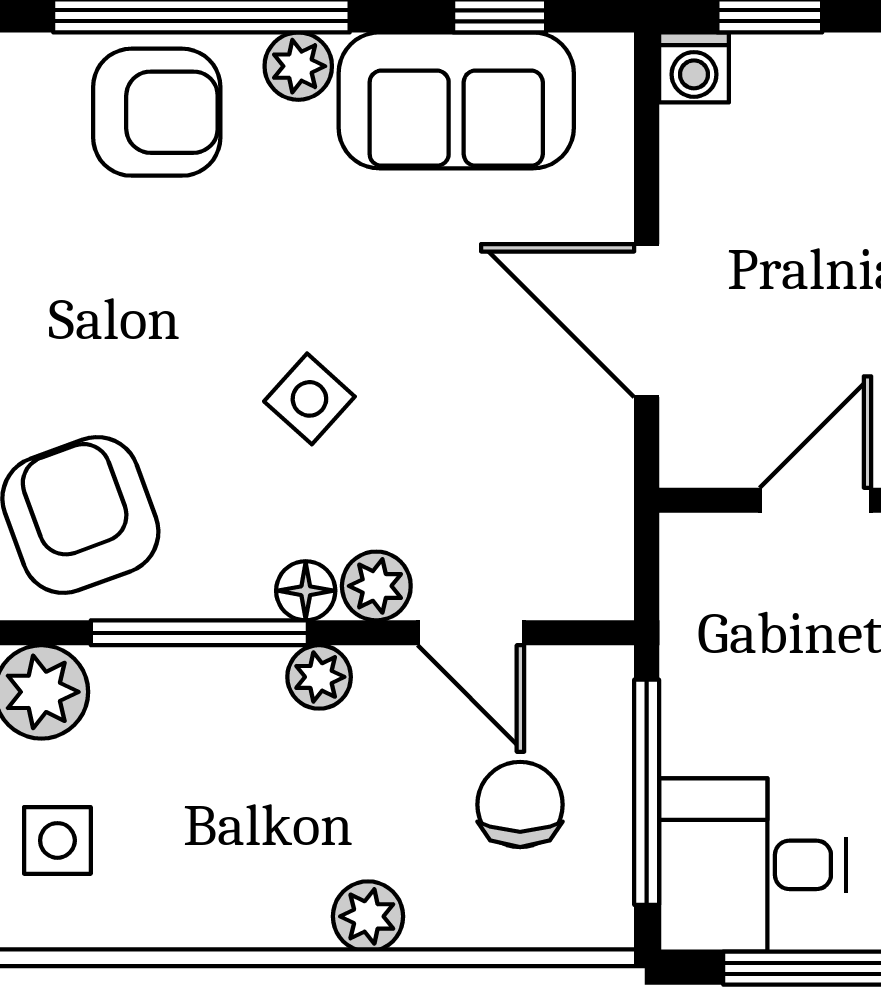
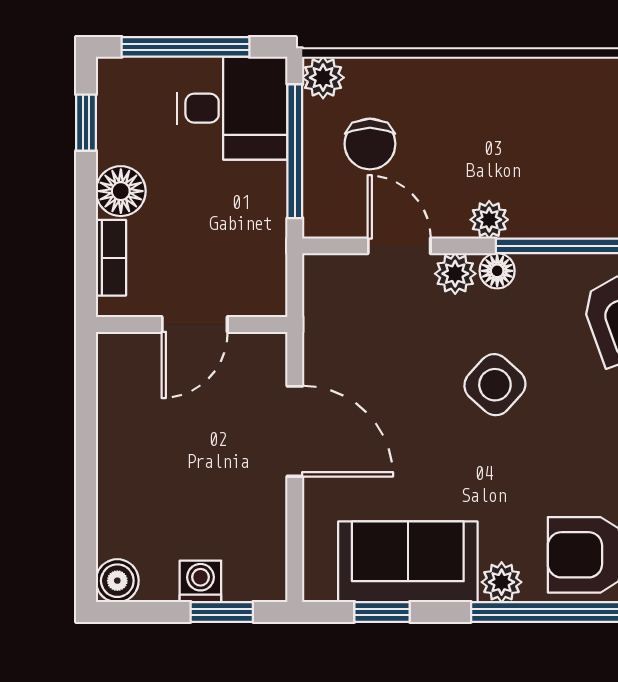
washing machine: (694, 67) -> (200, 581), moved
side table: (309, 399) -> (495, 385), width x1.37, depth x1.37
plant: (368, 916) -> (323, 78), moved

